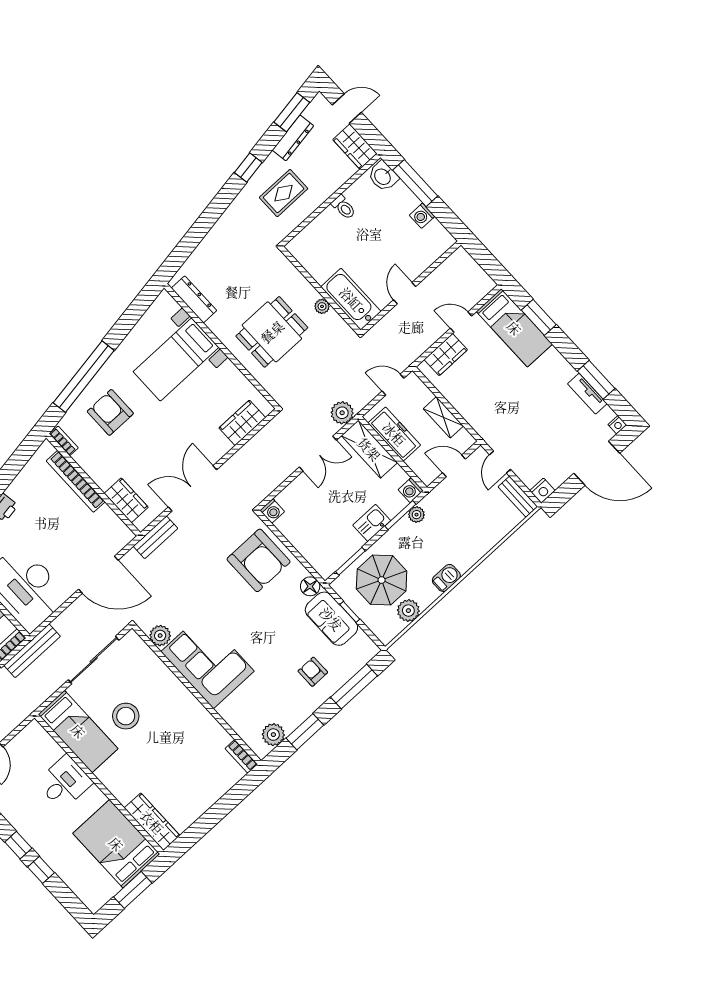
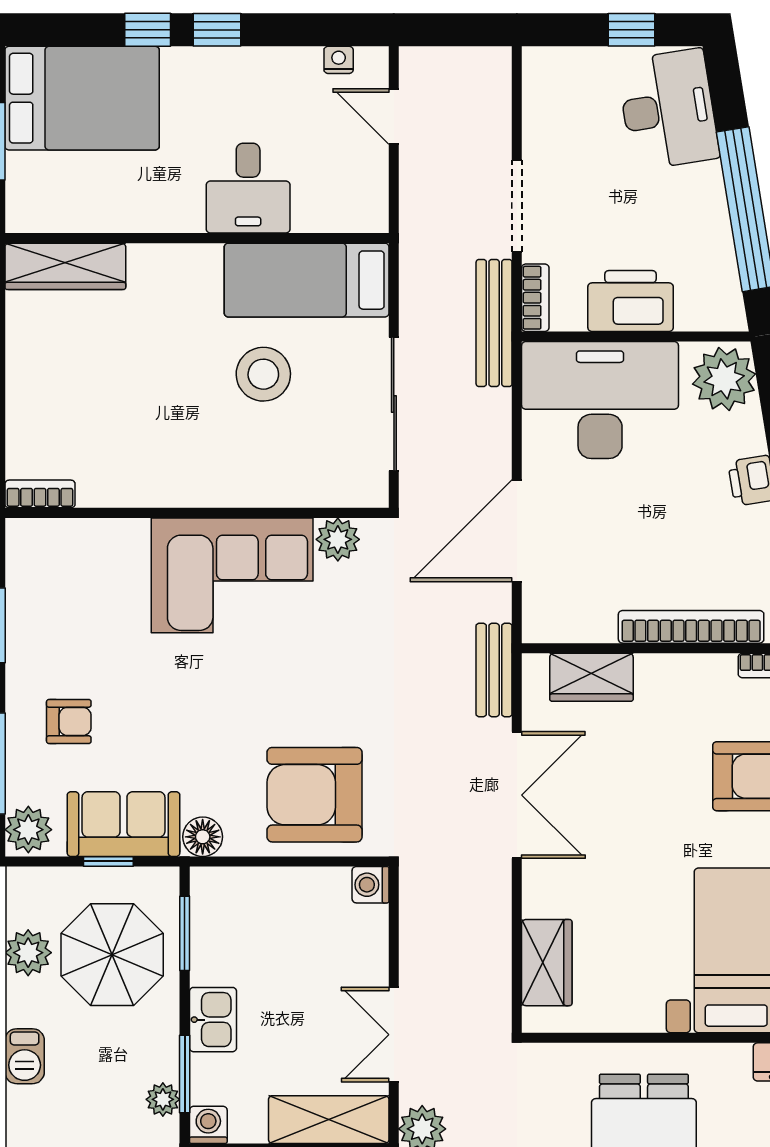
plant: (273, 735) -> (28, 830), moved
bed: (116, 844) -> (82, 98), moved

